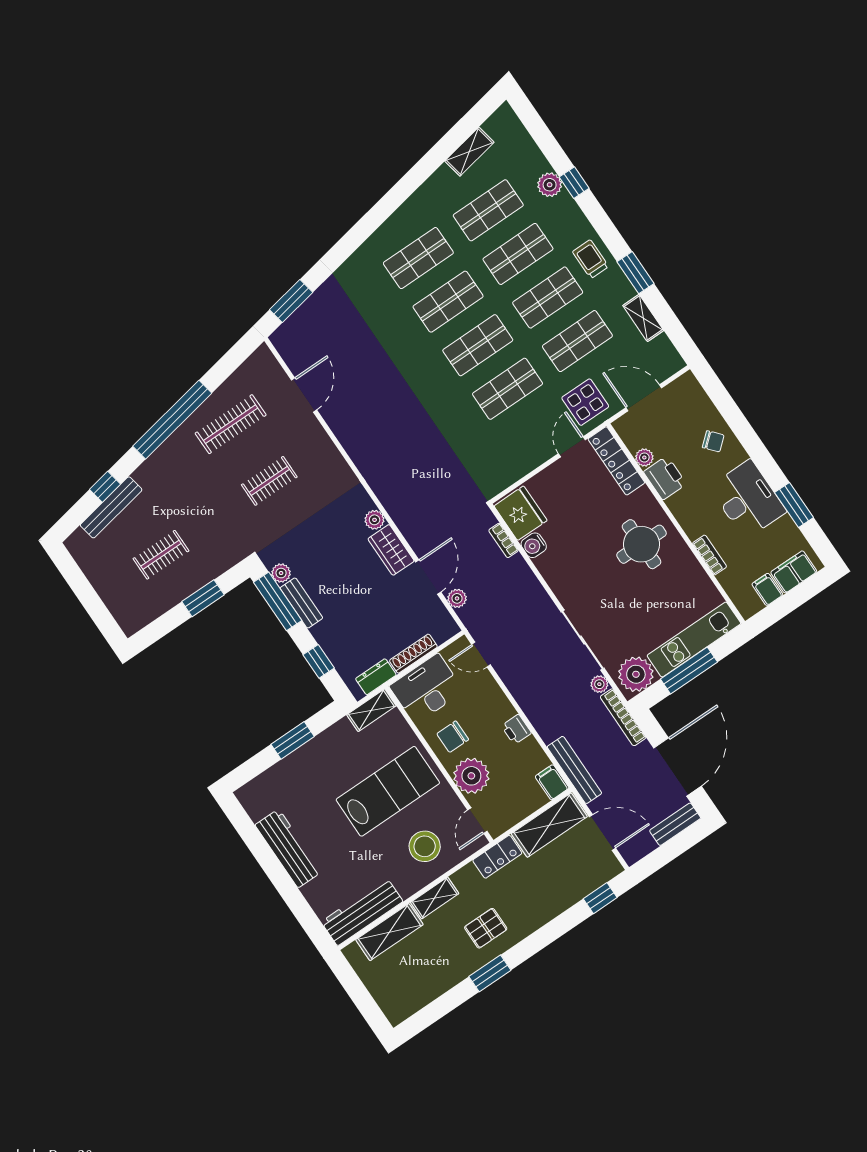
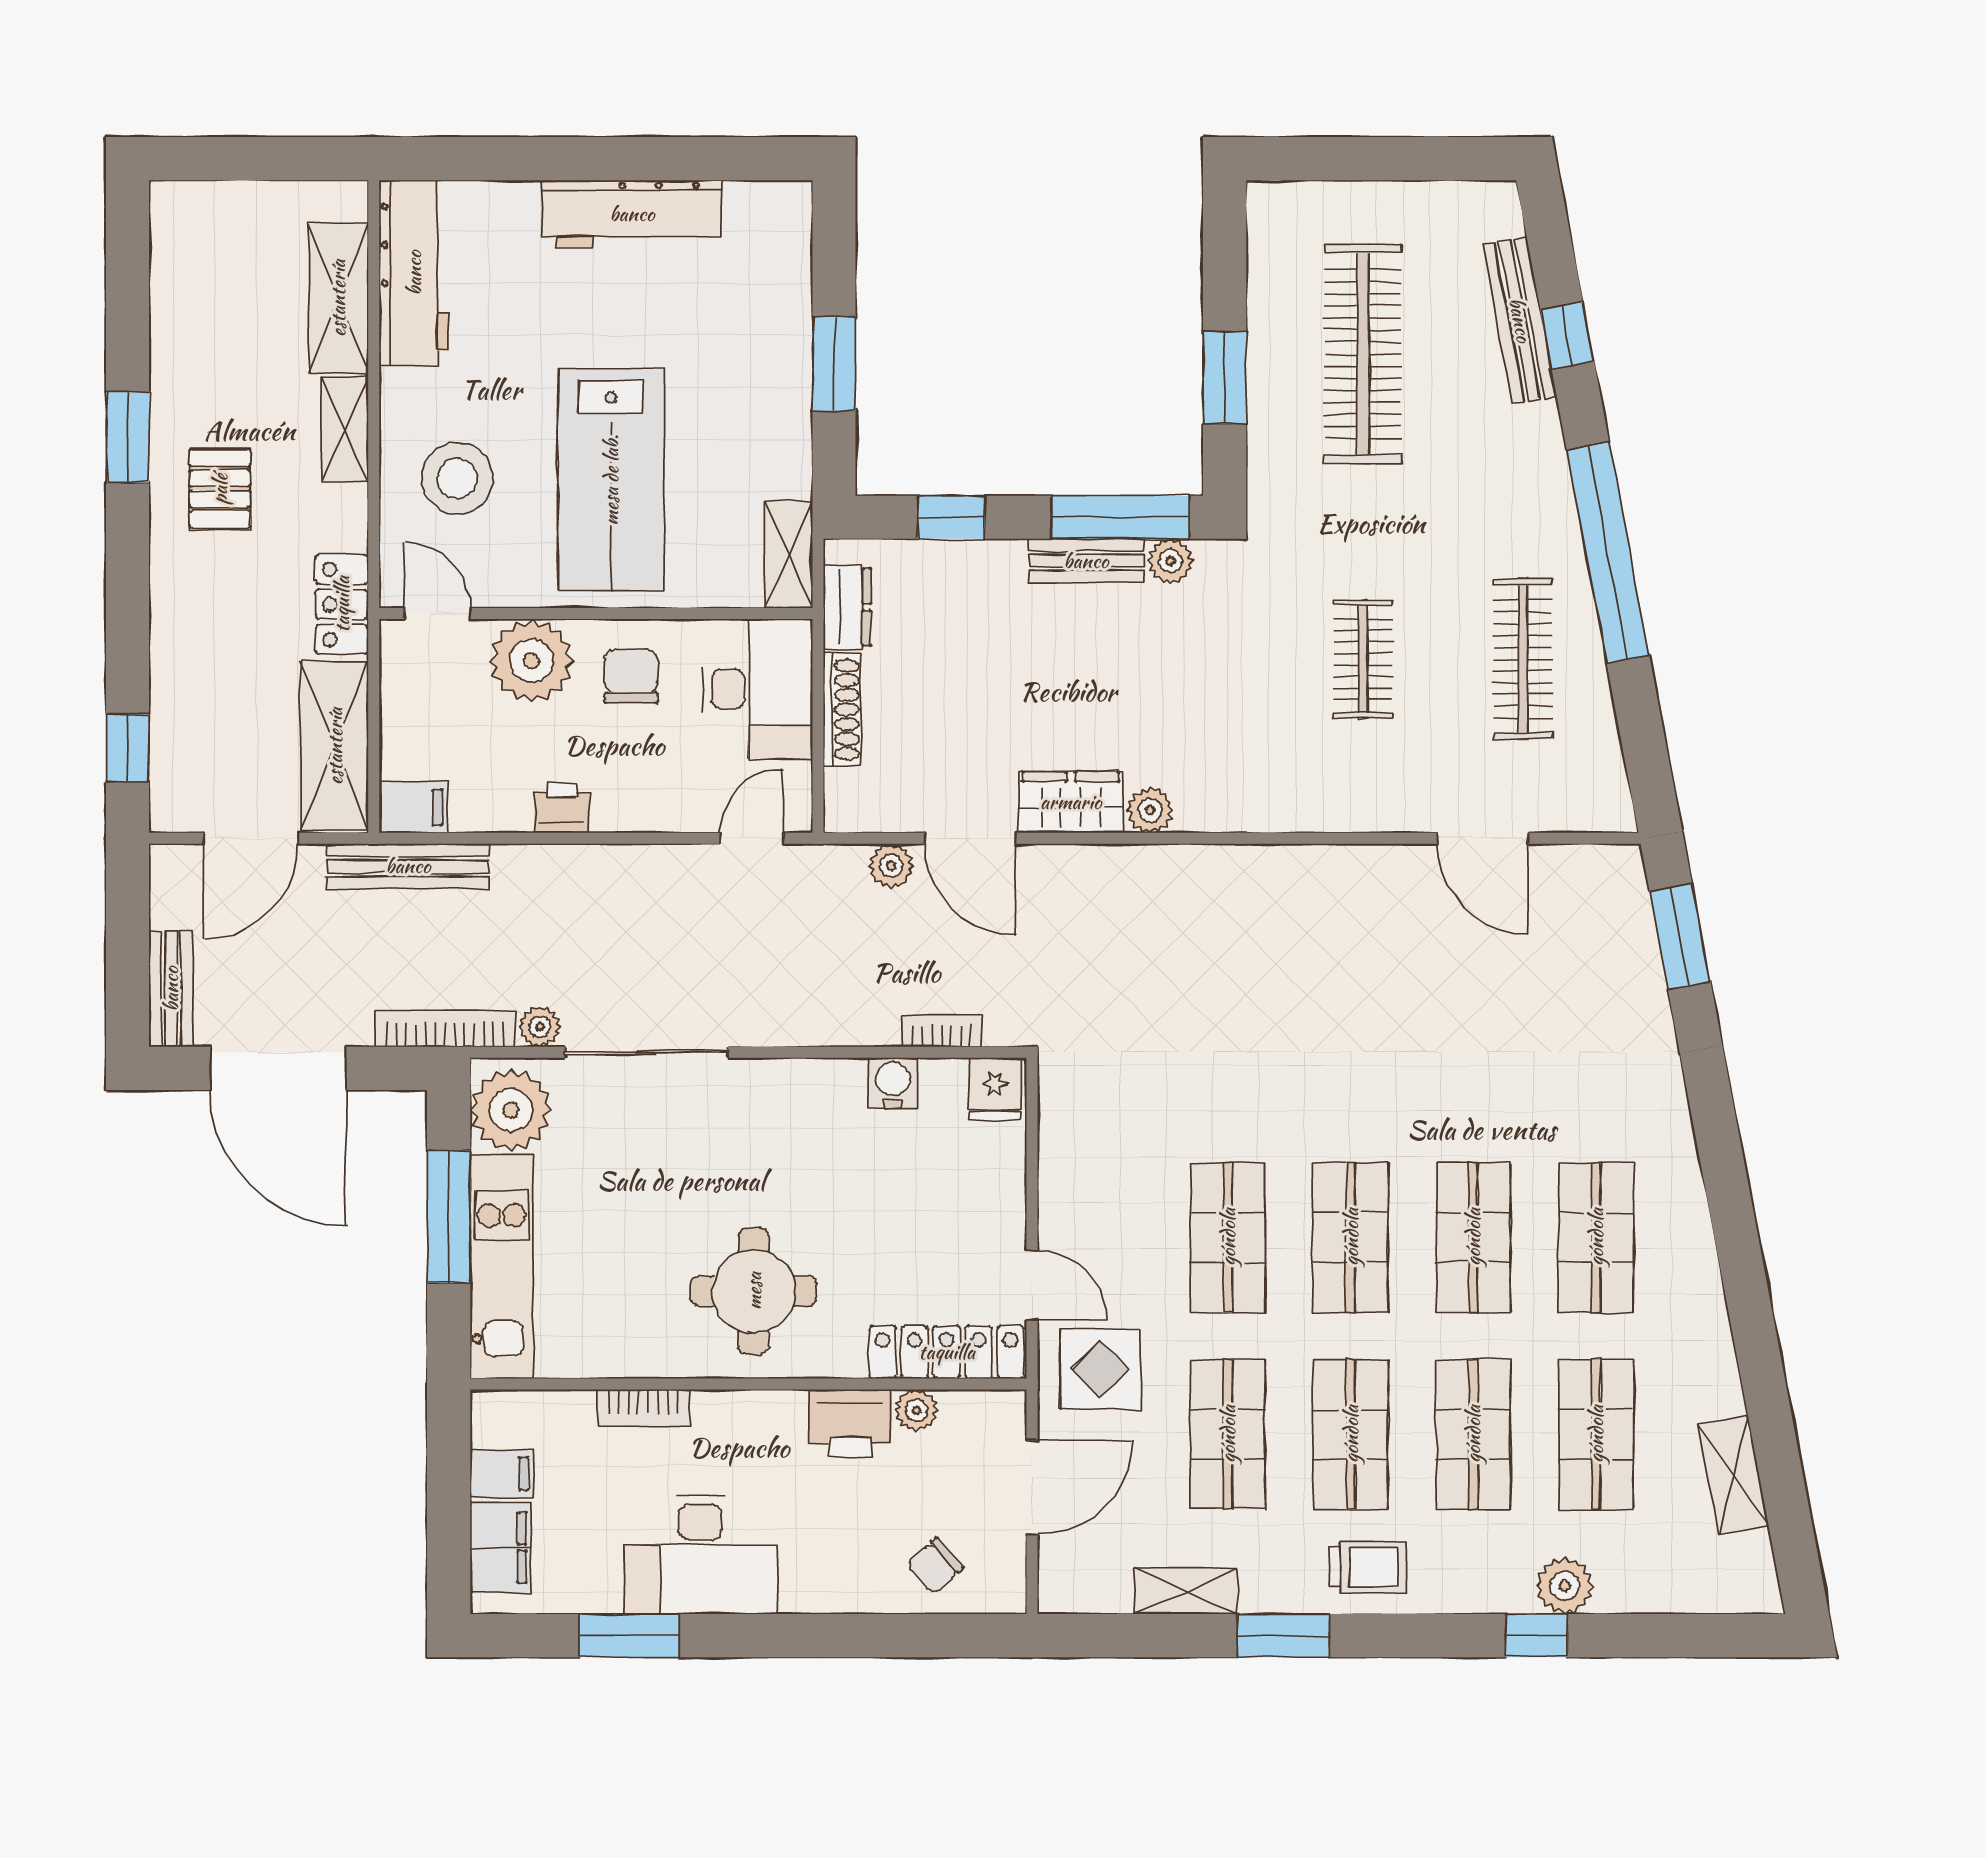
chair: (713, 441) -> (935, 1566), moved
fridge: (521, 513) -> (995, 1089), width x0.53, depth x0.75
clothes rail: (161, 555) -> (1363, 354), width x1.86, depth x1.31

